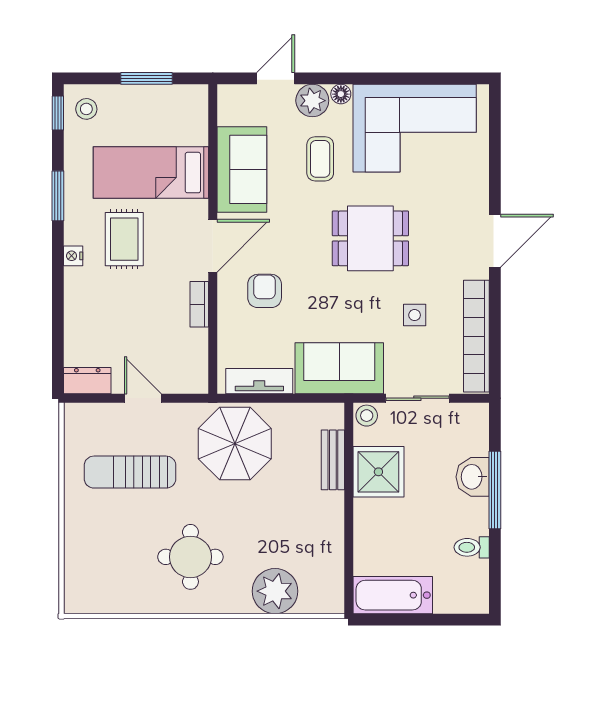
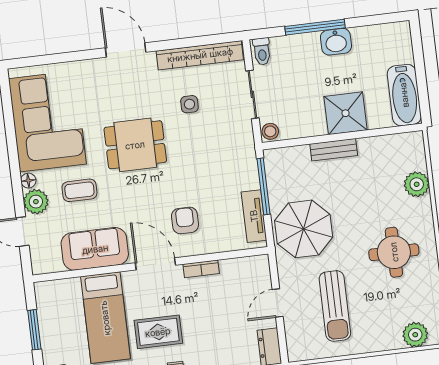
dining table: (370, 238) -> (135, 145), turned 90
armchair: (265, 291) -> (185, 220), turned 90
sofa: (339, 368) -> (237, 157), removed
window: (296, 398) -> (264, 186), added
bench: (333, 460) -> (334, 150), moved
shower: (378, 472) -> (345, 113), moved
washbasin: (473, 477) -> (336, 42), moved
toilet: (472, 547) -> (262, 51), moved
plant: (80, 572) -> (415, 335), added
plant: (275, 591) -> (417, 184), width x0.73, depth x0.73

